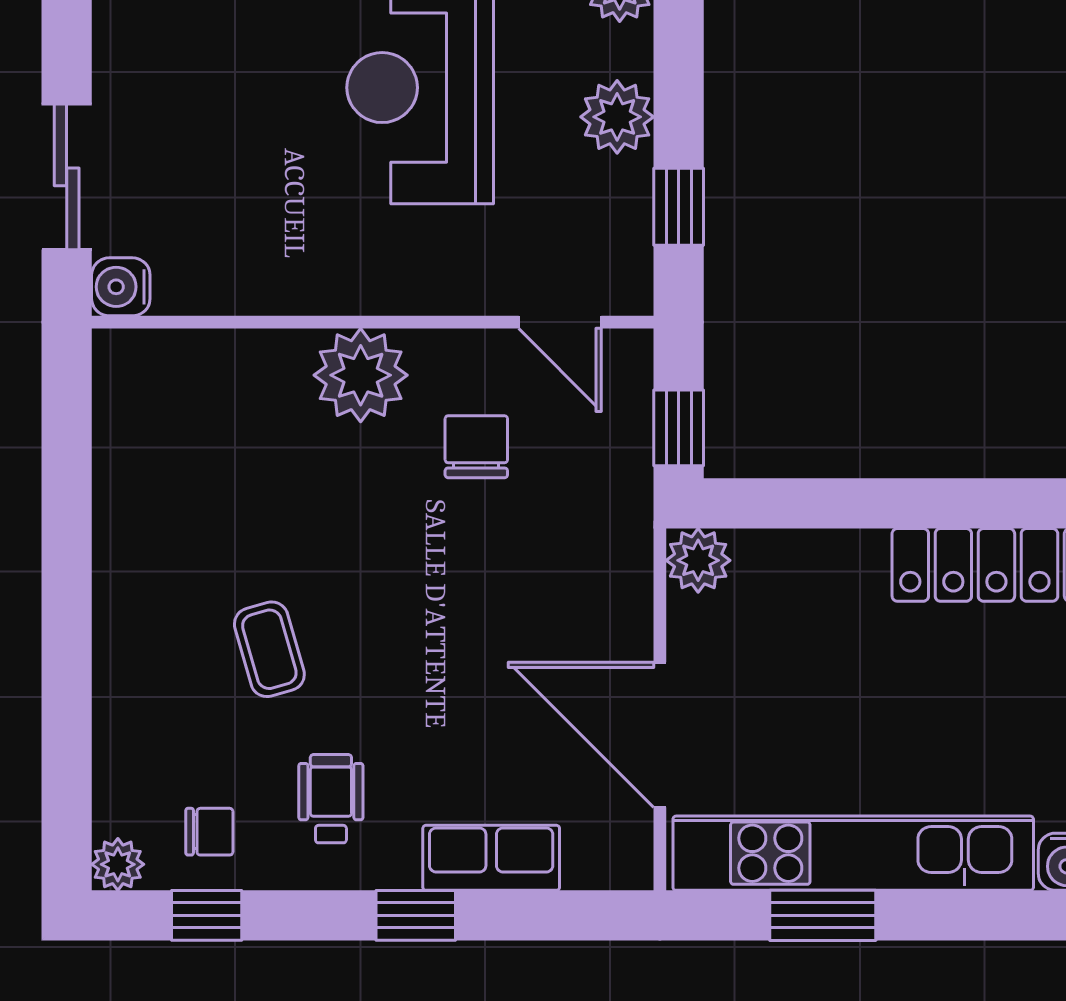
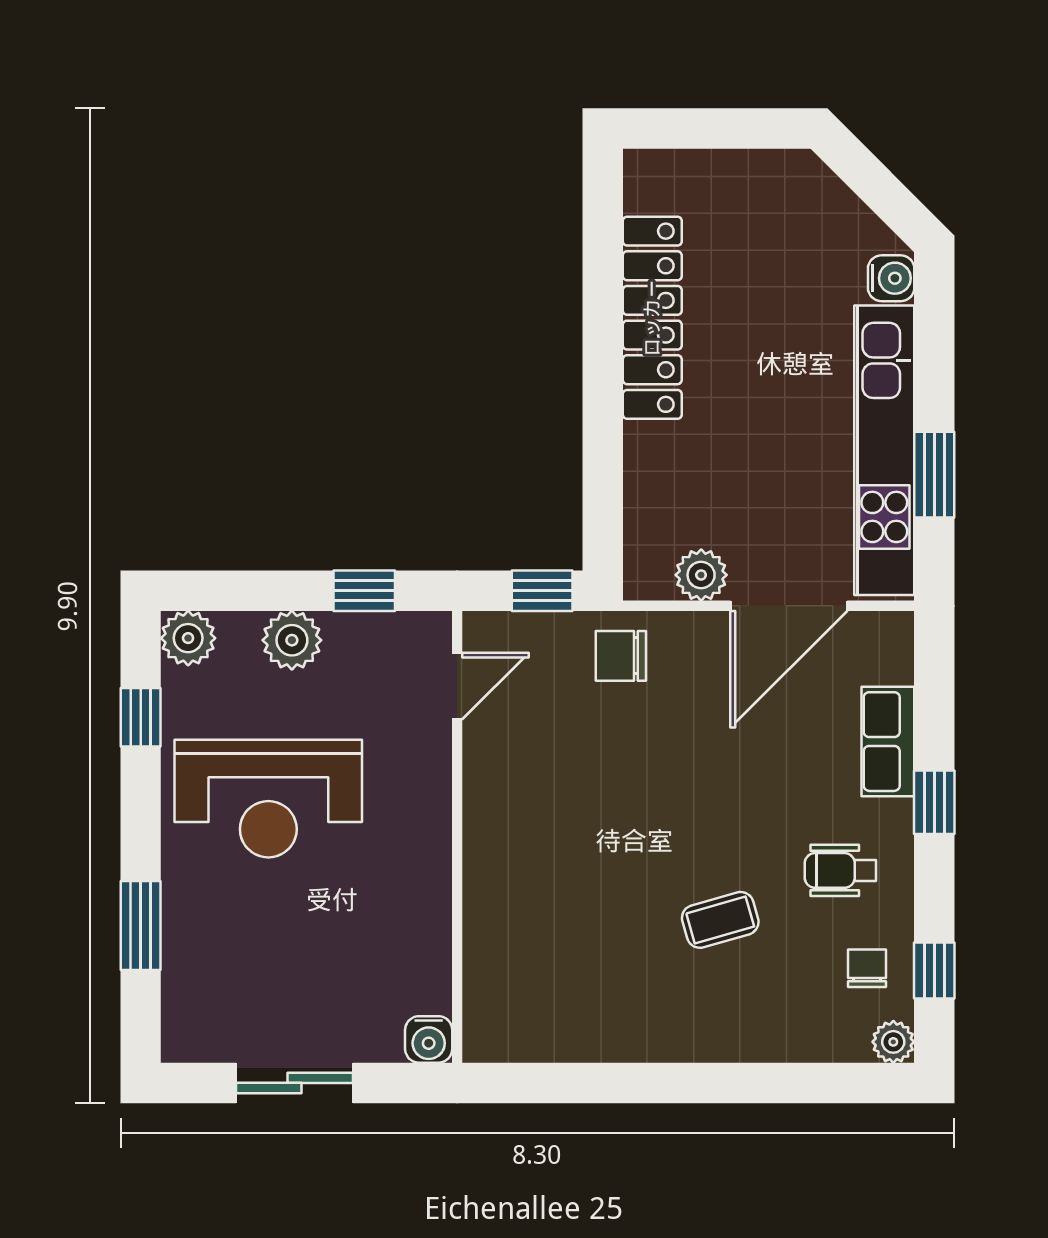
sliding door: (67, 177) -> (295, 1083), moved
plant: (361, 375) -> (500, 847), removed
chair: (476, 447) -> (621, 656), moved
plant: (698, 560) -> (701, 575), moved

